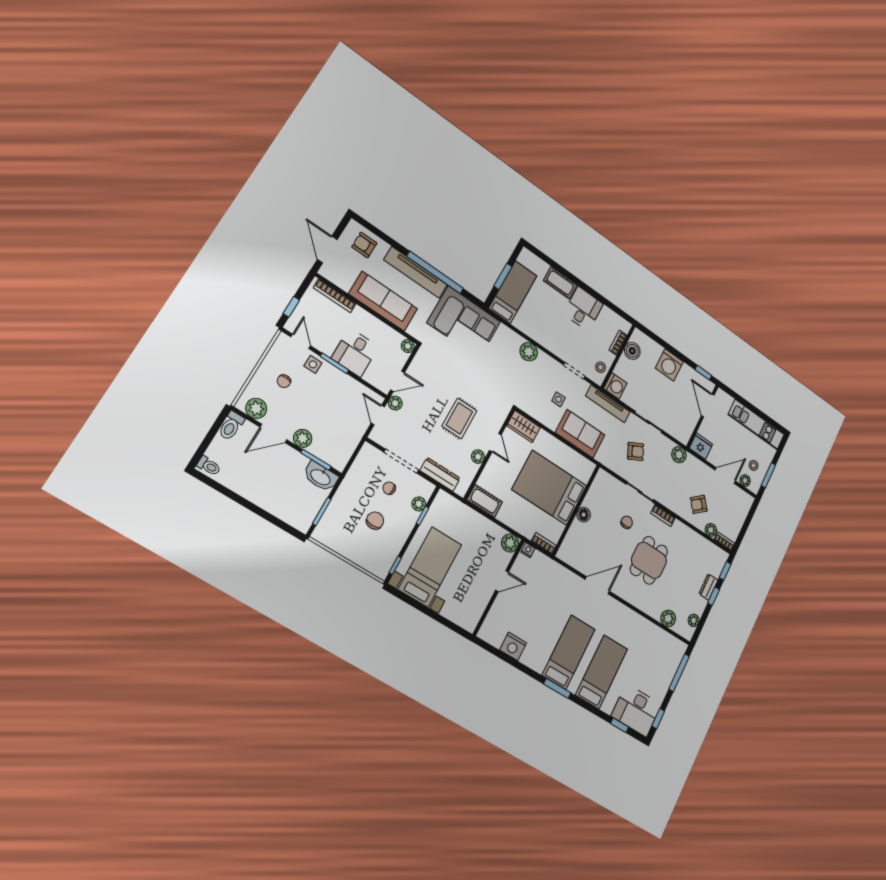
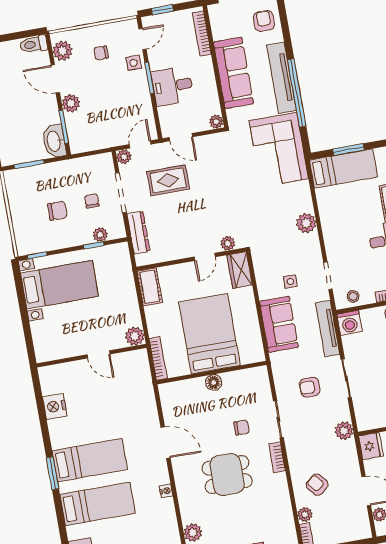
plant: (395, 403) -> (124, 157), moved
rug: (459, 418) -> (168, 180), moved
armchair: (636, 451) -> (310, 387), turned 116
plant: (478, 457) -> (228, 243), moved
bookcase: (544, 543) -> (158, 358), width x1.56
nightstand: (528, 550) -> (166, 491), moved

